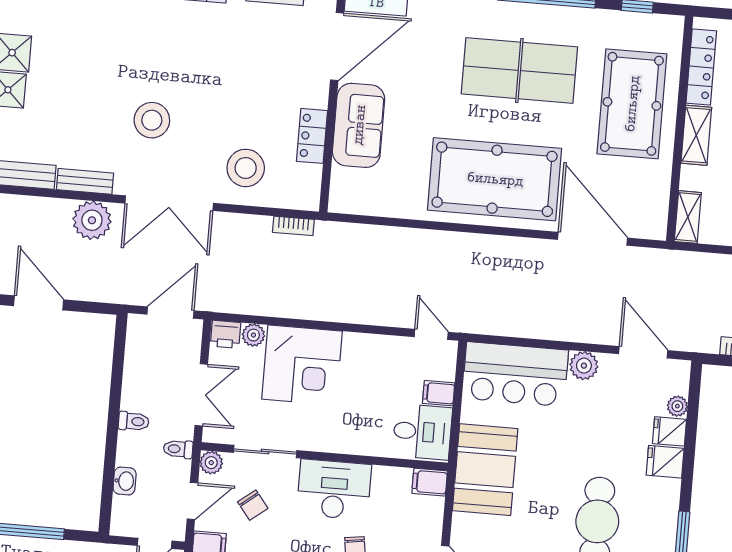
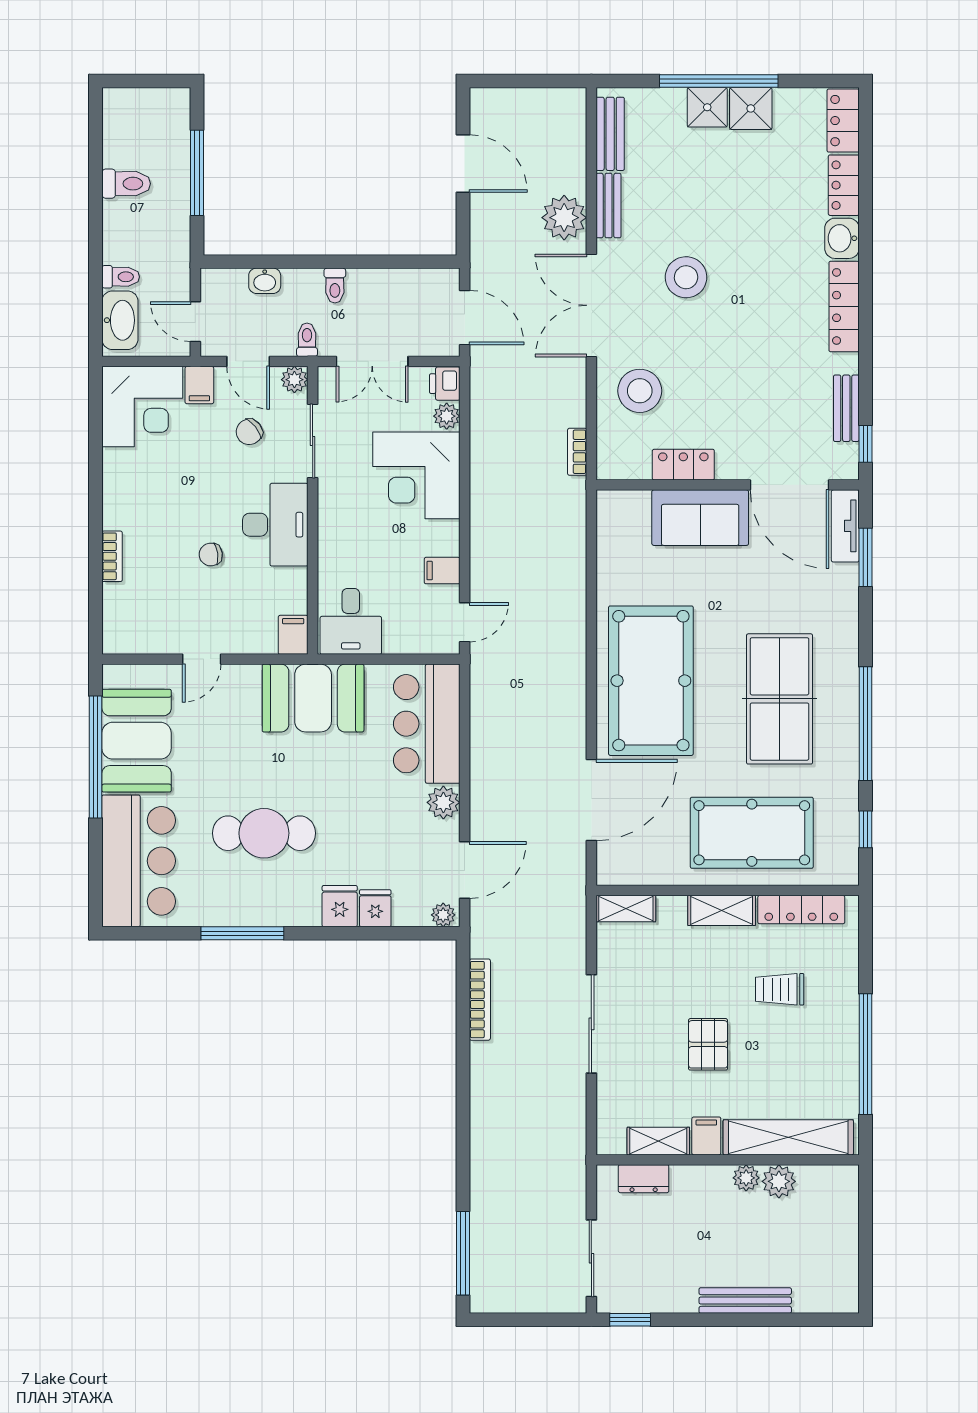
door: (39, 303) -> (463, 164), hinge flipped
filing cabinet: (439, 393) -> (442, 571), moved, turned -90
plant: (677, 406) -> (443, 915), moved

